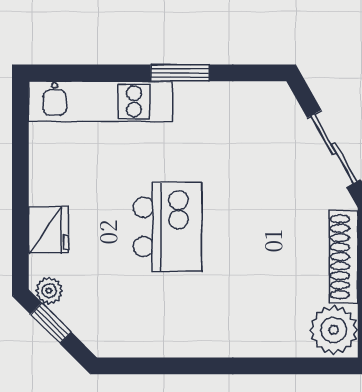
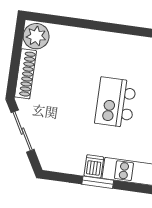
dishwasher: (191, 101) -> (94, 166), added

